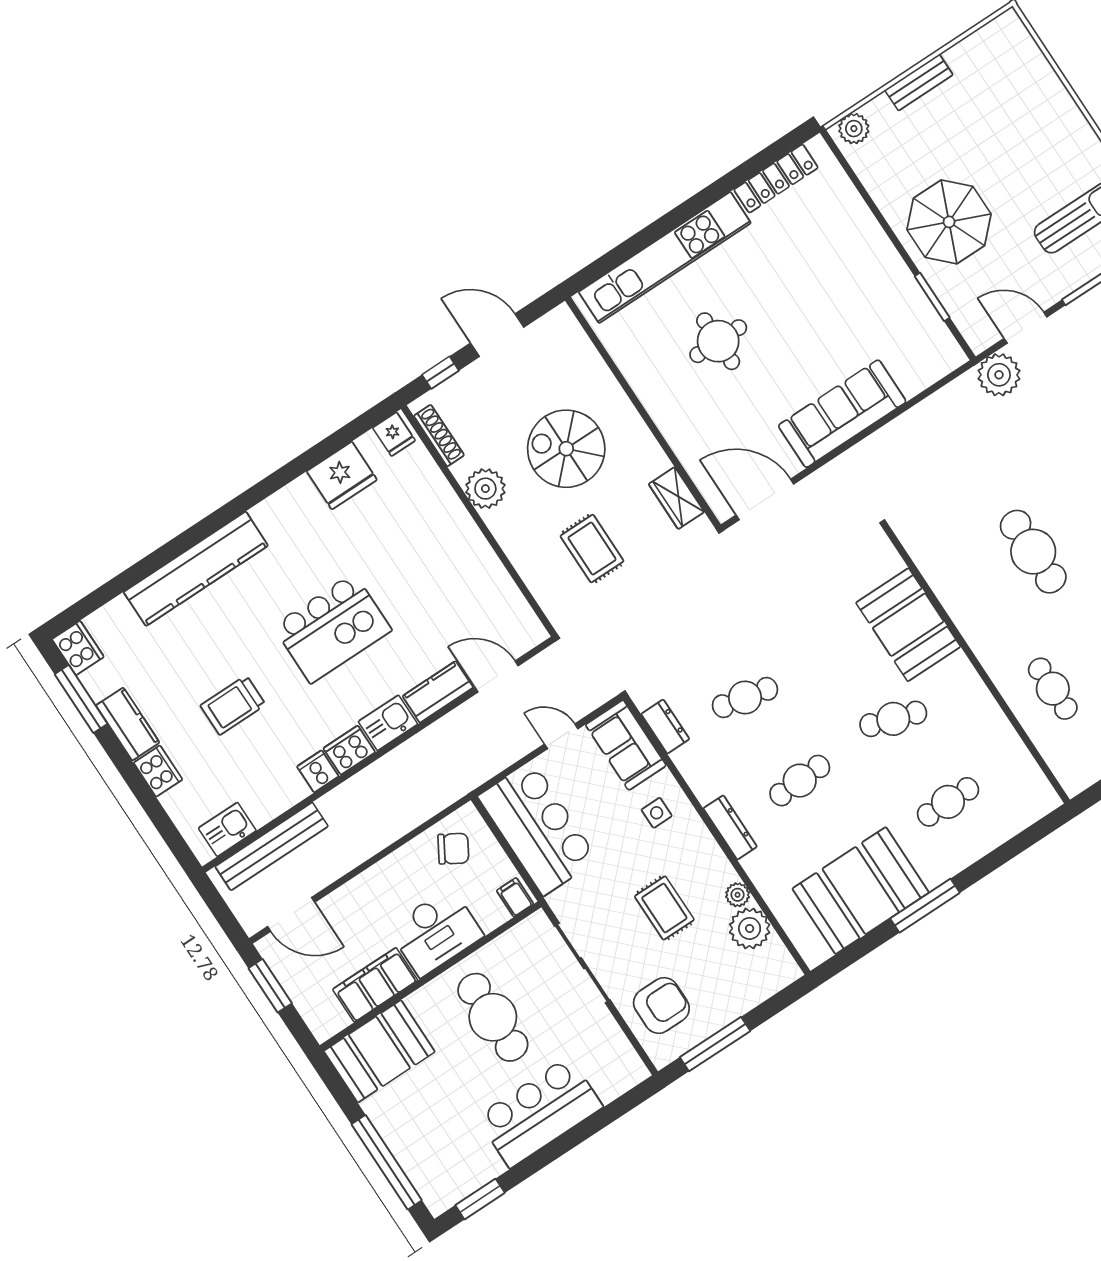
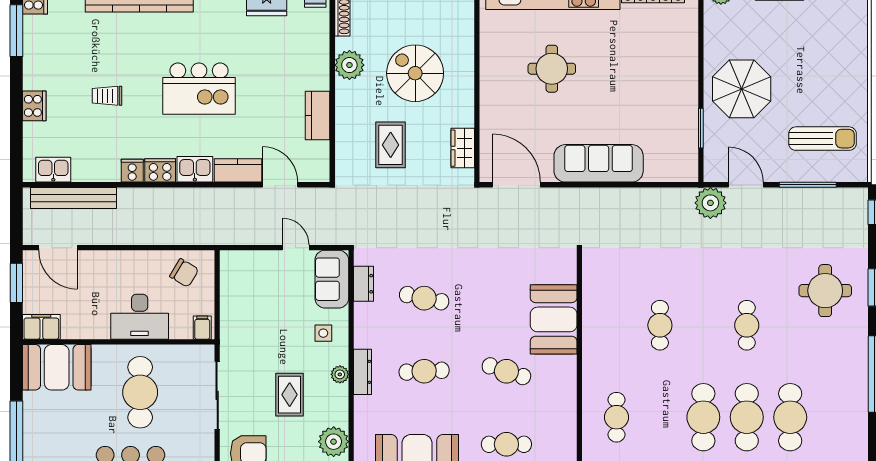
cafe table: (1033, 552) -> (660, 325), width x0.73, depth x0.74
trolley: (233, 705) -> (107, 96), width x0.73, depth x0.72
kitchen counter: (128, 724) -> (318, 115), moved, turned 180
bar counter: (538, 828) -> (244, 294), removed
plant: (738, 895) -> (340, 374), moved
filing cabinet: (375, 985) -> (41, 327), moved, width x0.67, depth x0.86

